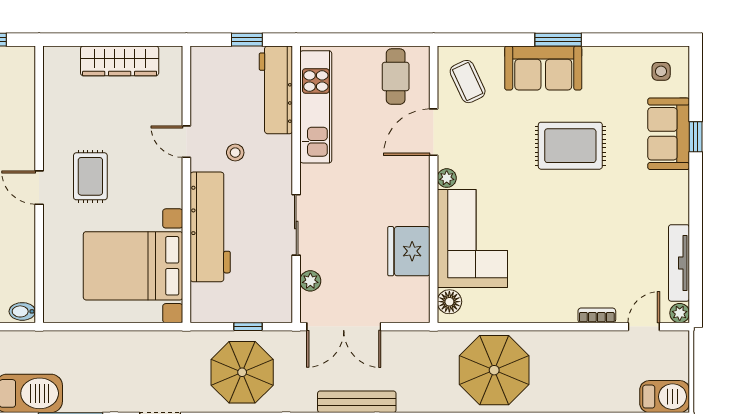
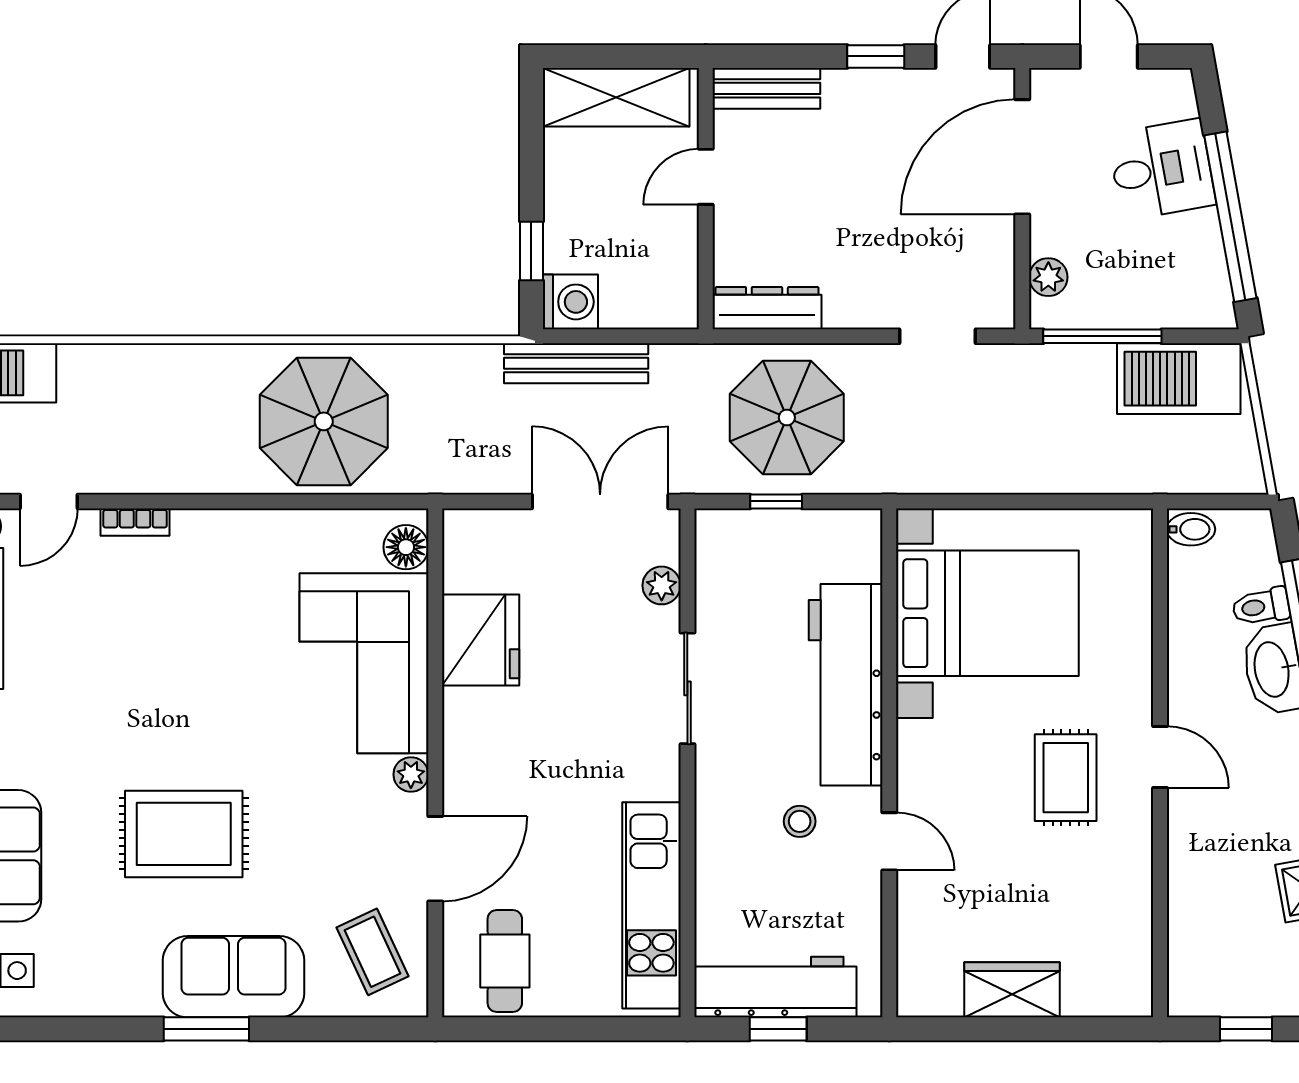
wardrobe: (120, 61) -> (1012, 990), width x0.67
workbench: (276, 90) -> (776, 987), moved, turned -90

